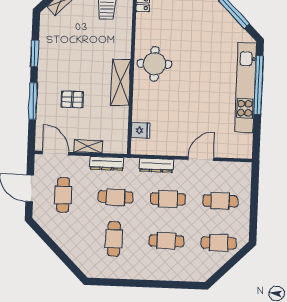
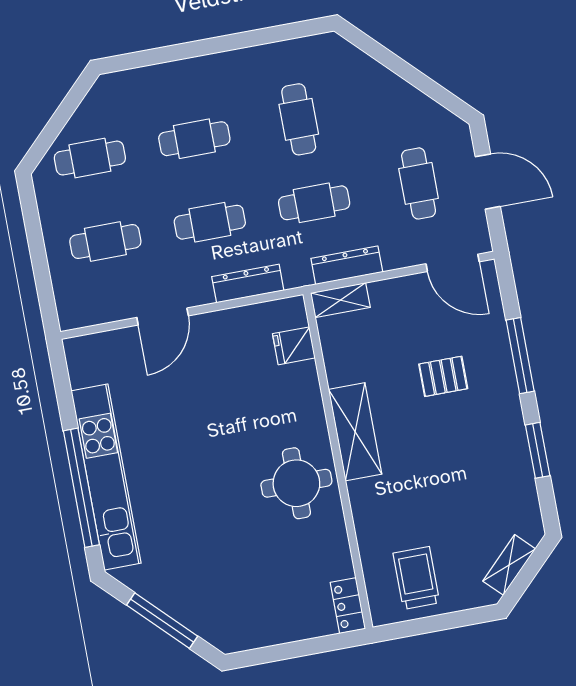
shelving: (88, 146) -> (340, 300), moved

